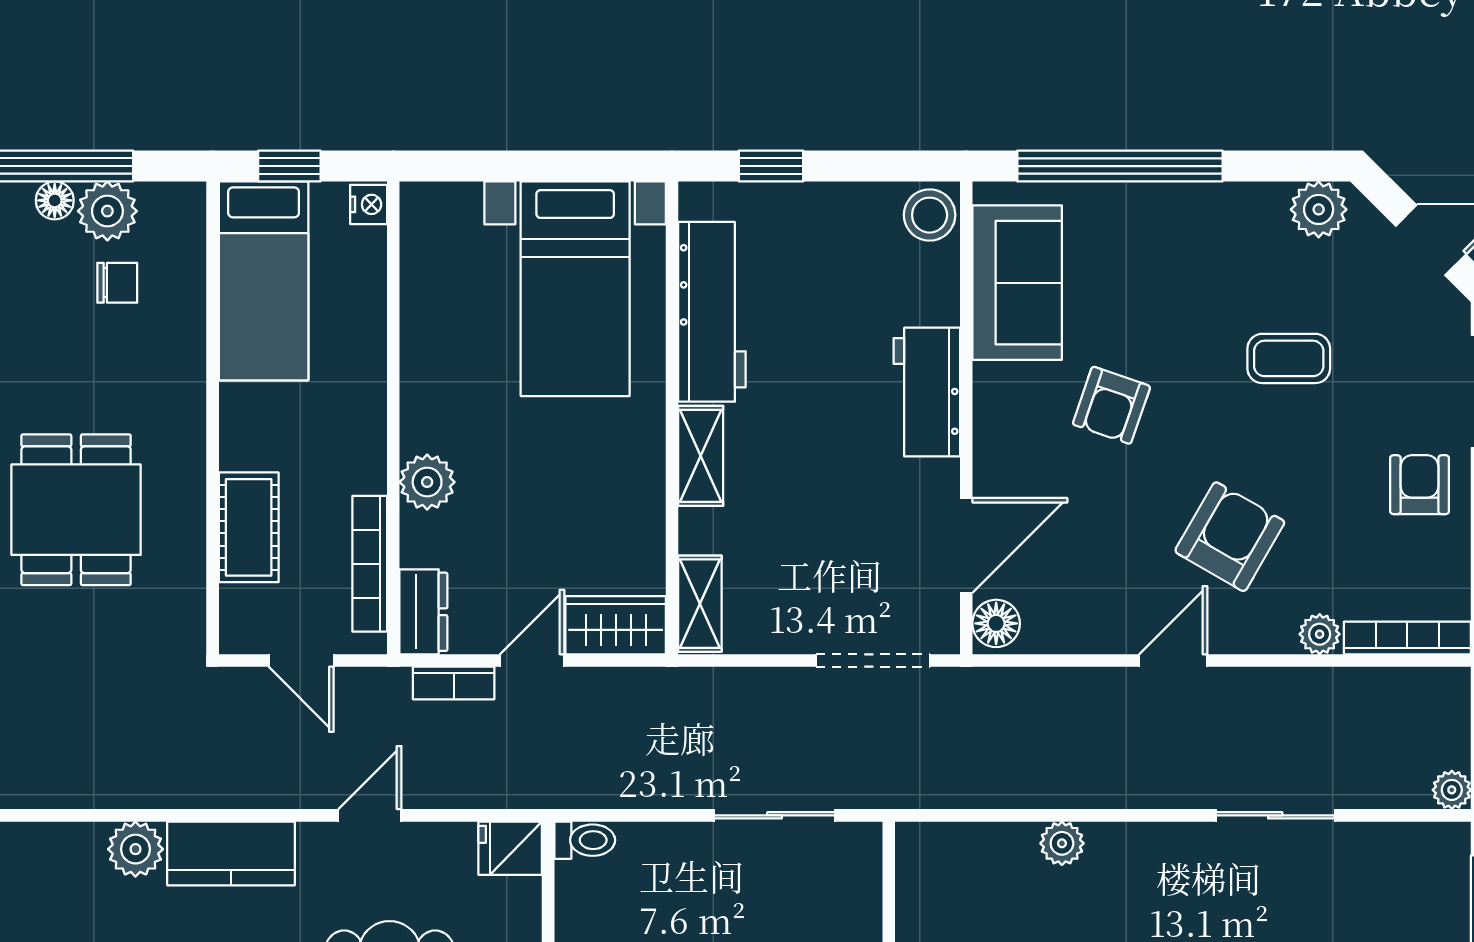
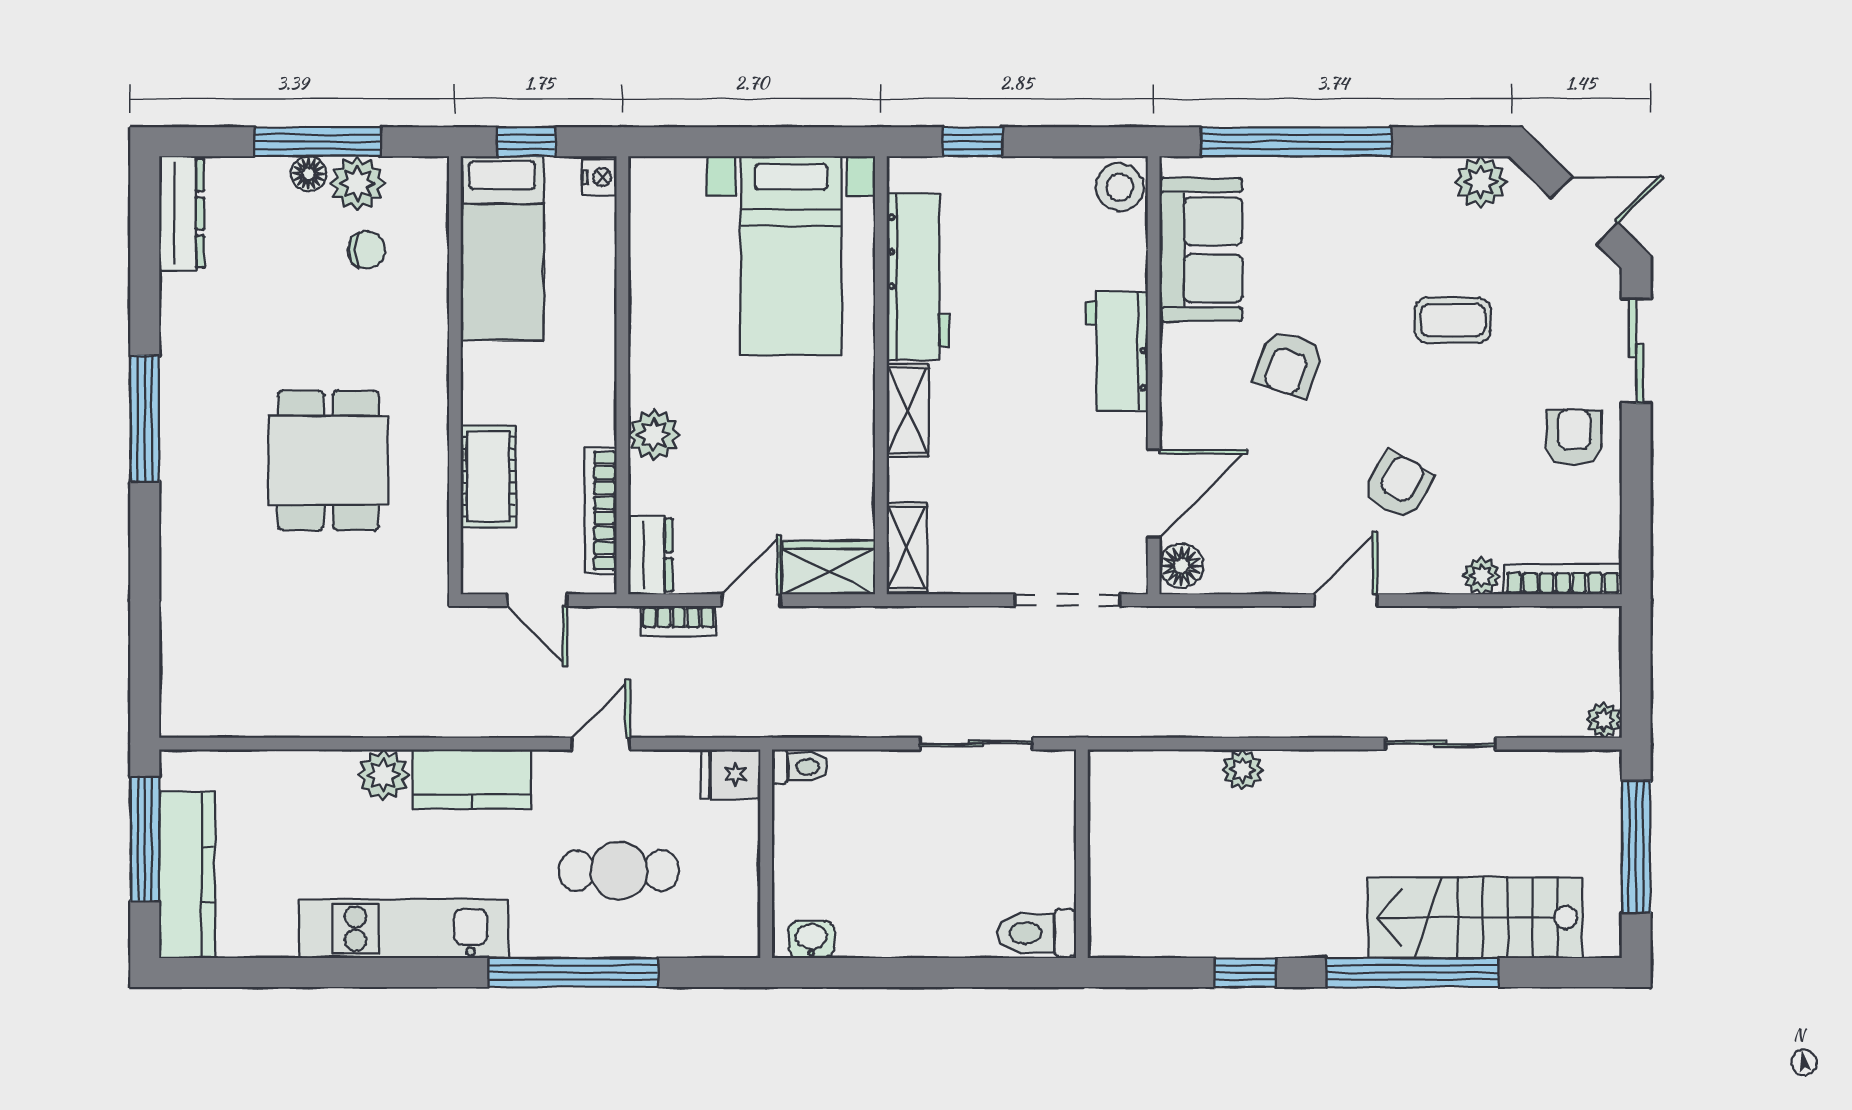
armchair: (1230, 537) -> (1398, 485), width x0.72, depth x0.72

